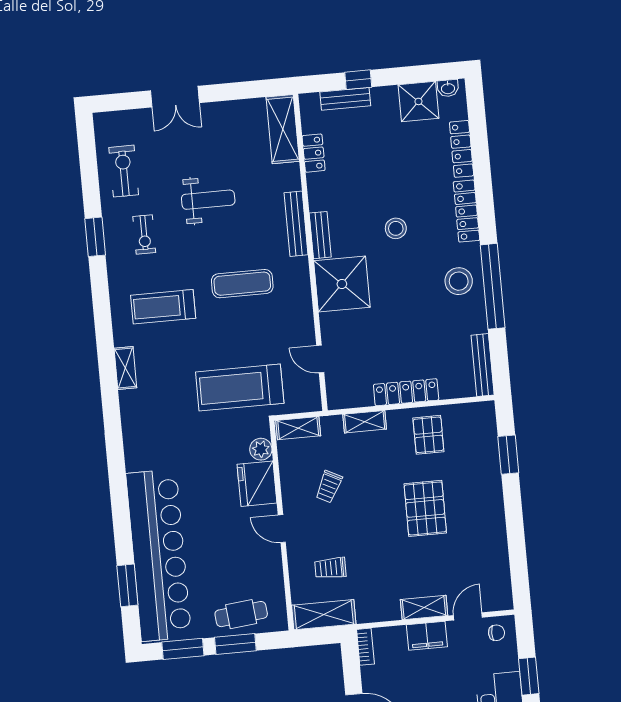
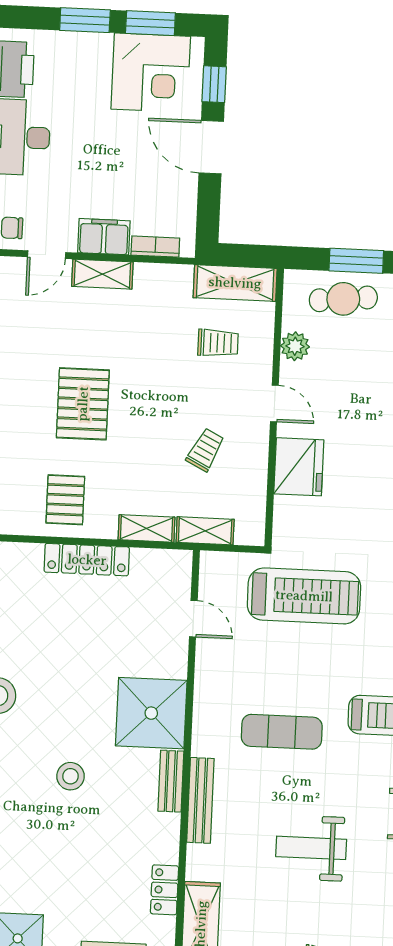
shelving: (298, 428) -> (205, 531), moved
plant: (261, 449) -> (295, 346), moved
bookcase: (365, 647) -> (155, 247), moved, turned 90

